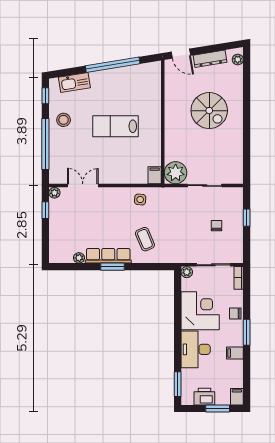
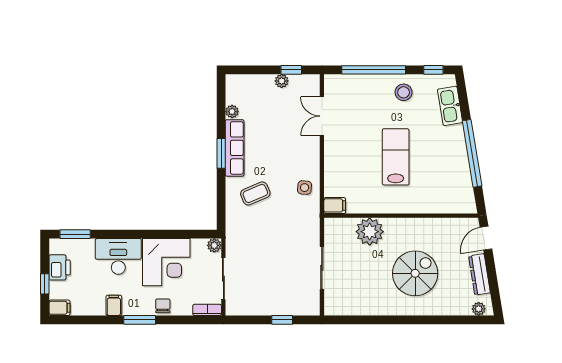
spiral stairs: (209, 111) -> (415, 273), turned 180
plant: (176, 173) -> (370, 232), moved
double door: (83, 186) -> (322, 116), swing flipped
plant: (54, 193) -> (282, 81), moved
chair: (216, 226) -> (272, 282), removed
window: (218, 409) -> (45, 284), width x0.67

